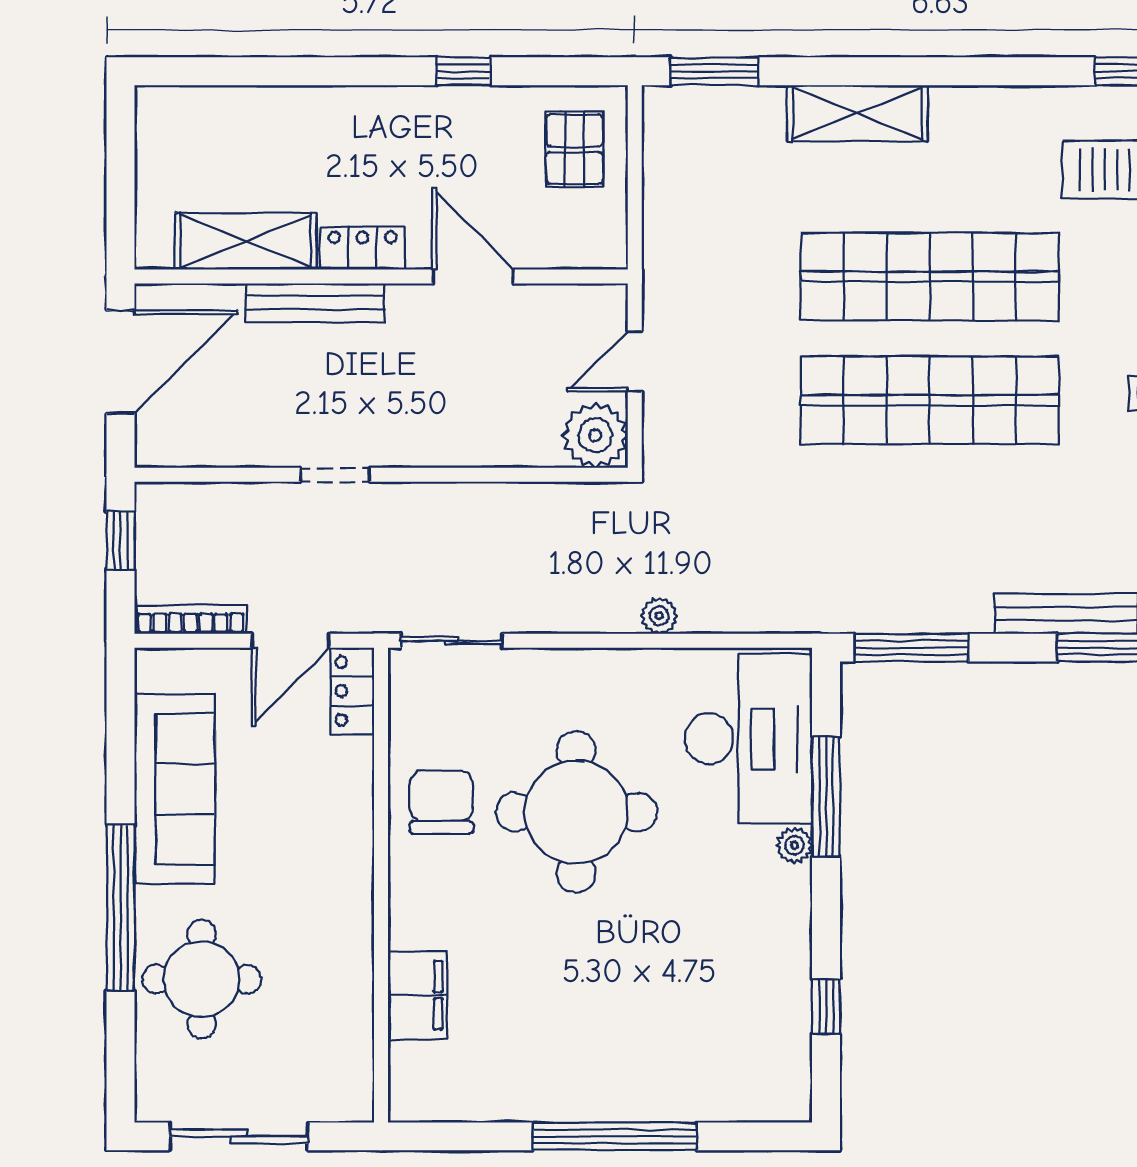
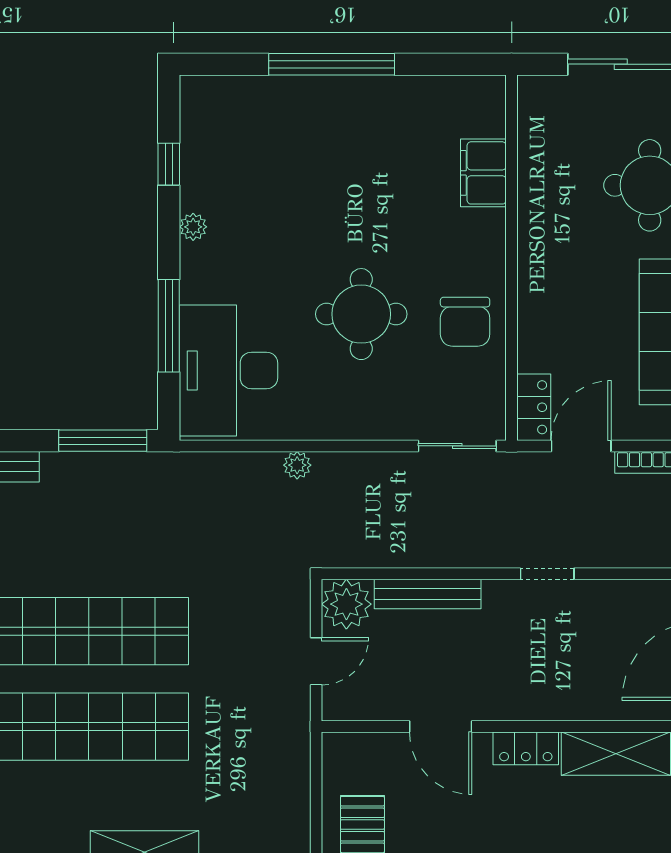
bench: (315, 303) -> (428, 594), moved
round table: (576, 812) -> (361, 314), width x0.73, depth x0.73
plant: (794, 845) -> (193, 227), moved

